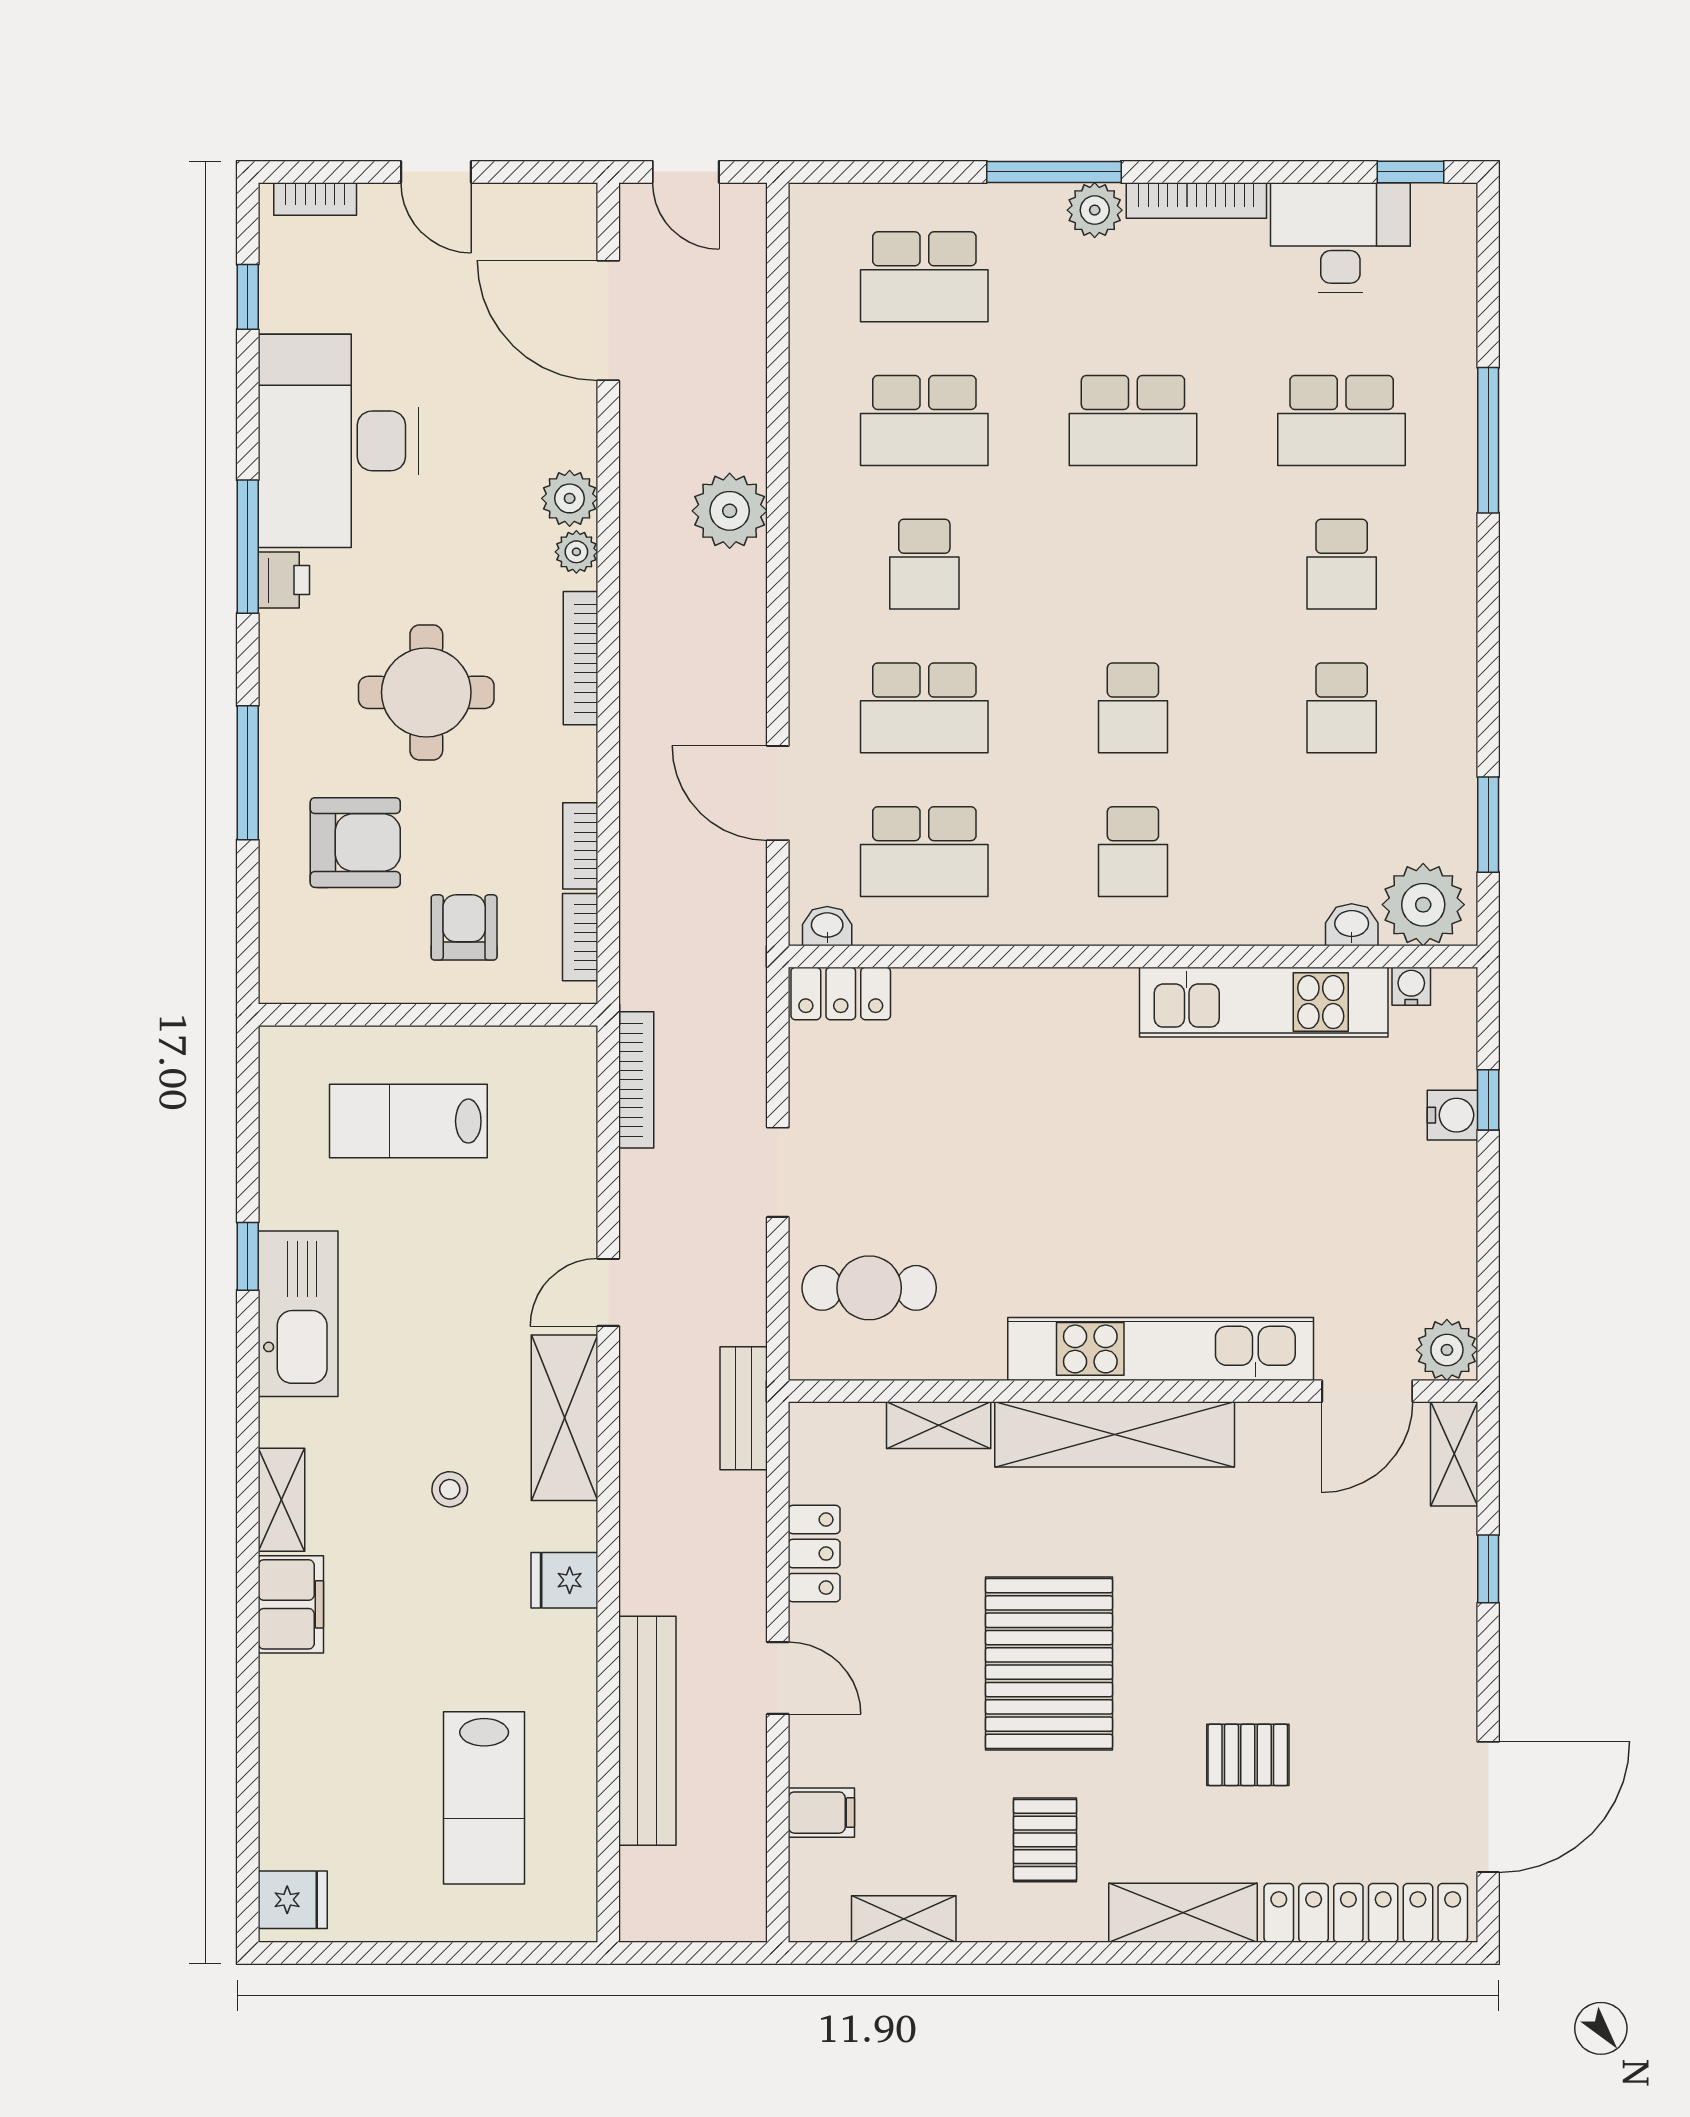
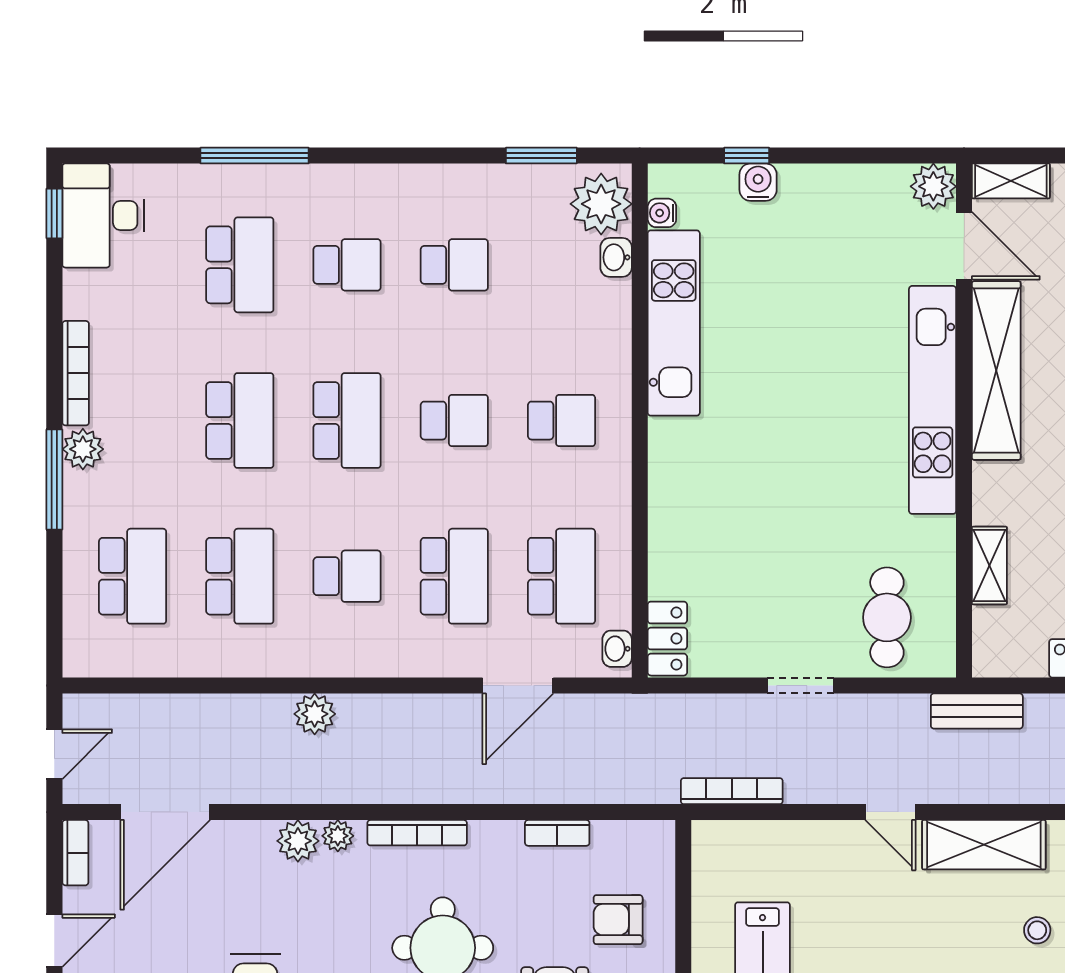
desk: (1340, 237) -> (103, 215), moved
plant: (730, 511) -> (315, 714), width x0.73, depth x0.73
school desk: (1133, 564) -> (347, 421), added
bookcase: (580, 937) -> (75, 853), moved, turned -90
shelving: (1115, 1434) -> (996, 371), moved

